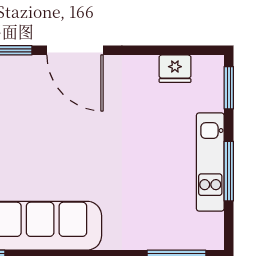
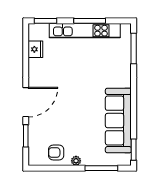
kitchen unit: (210, 162) -> (85, 31), width x1.36

